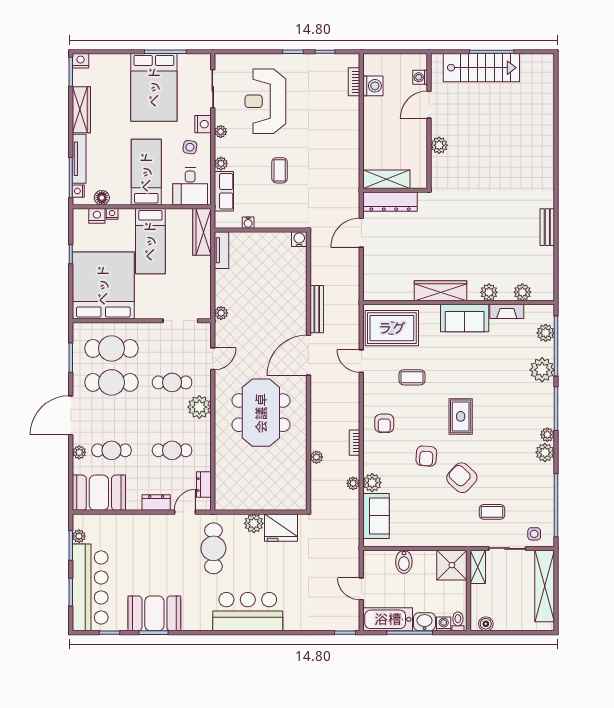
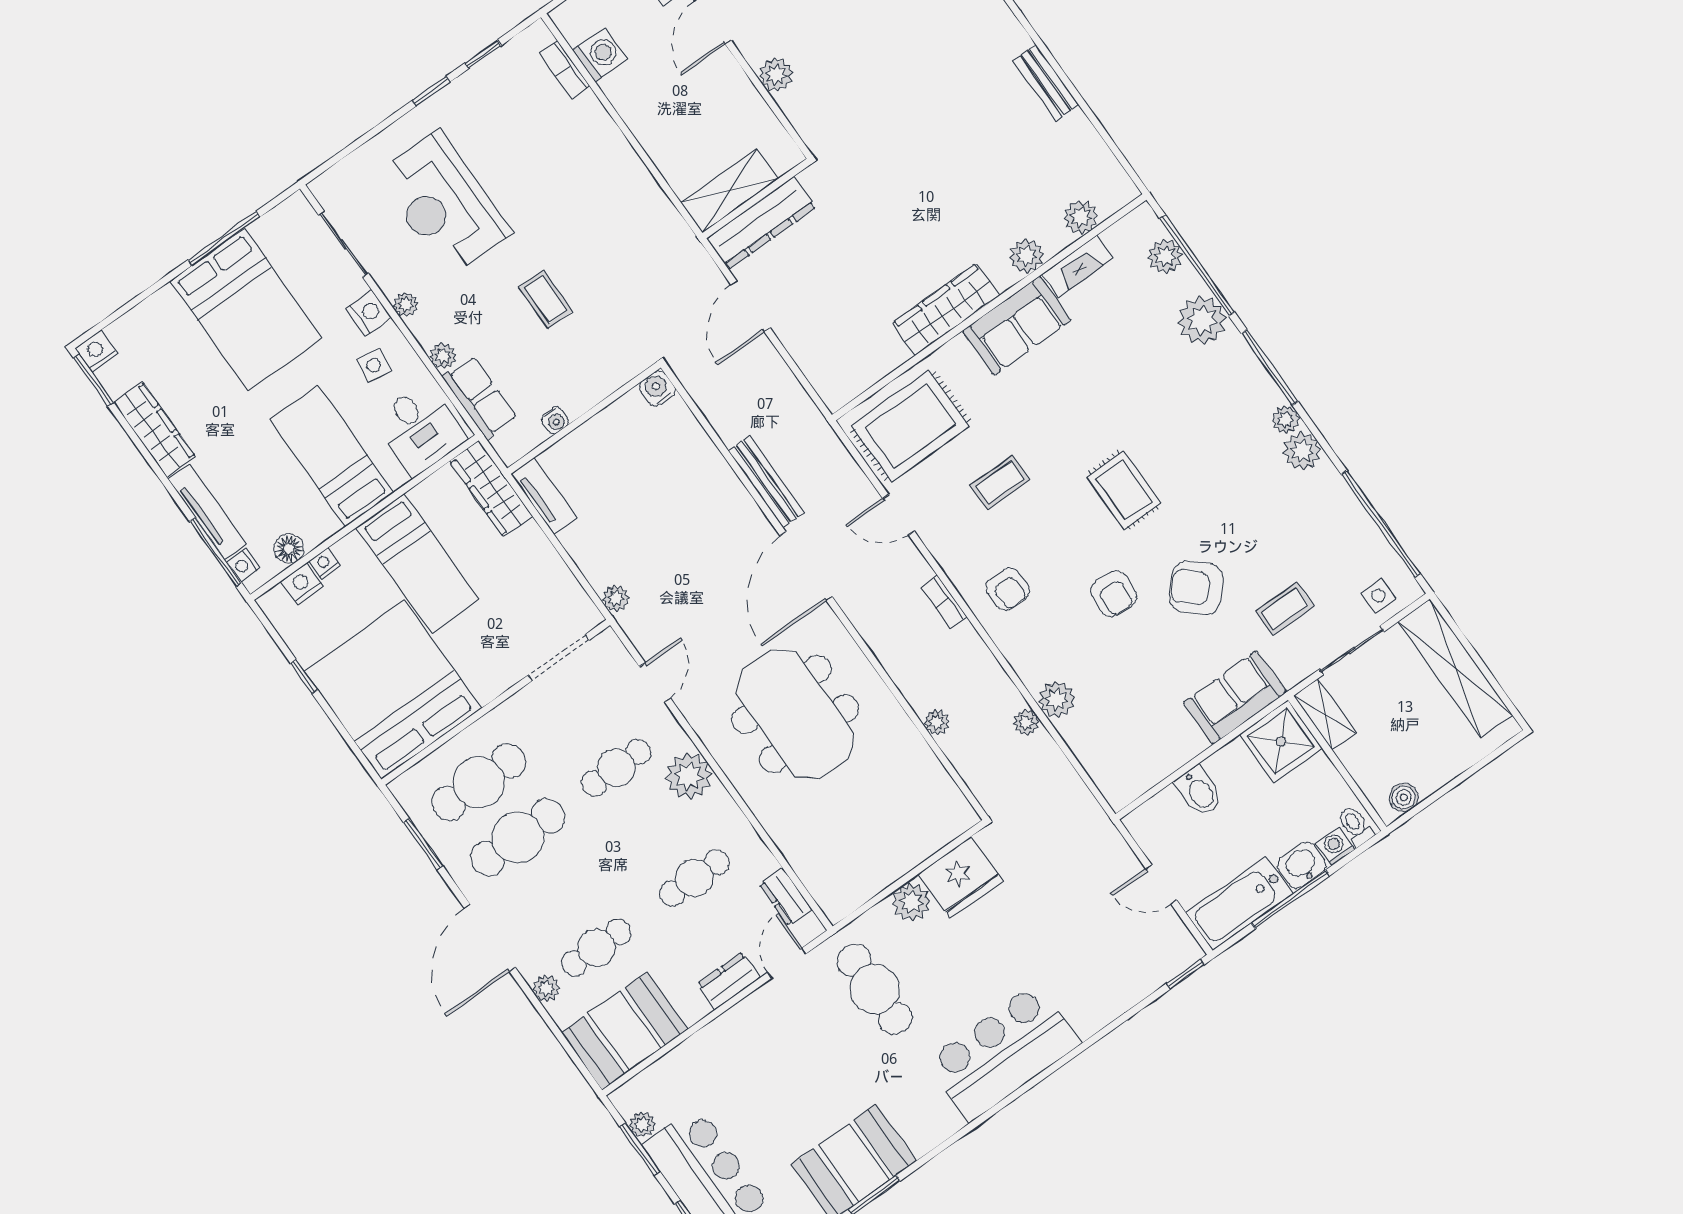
bookcase: (355, 443) -> (944, 602), moved
sofa: (376, 516) -> (1235, 697), moved, turned -90

